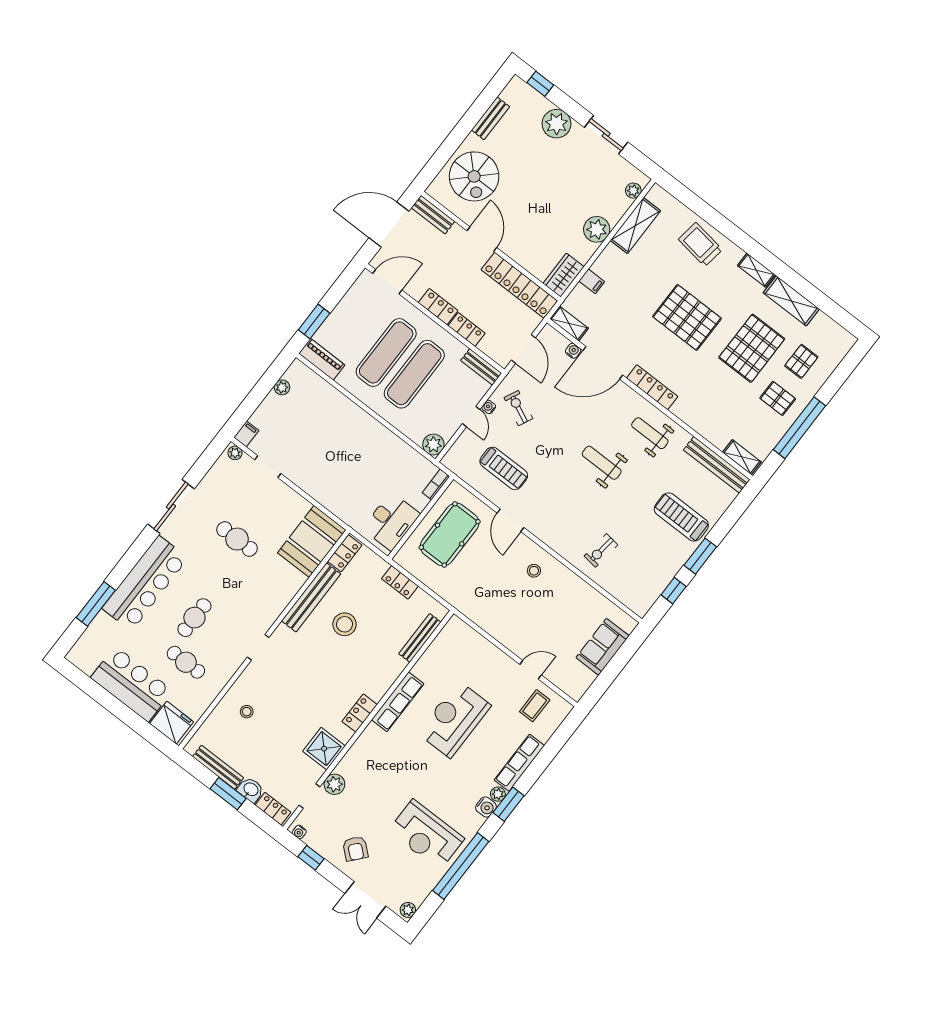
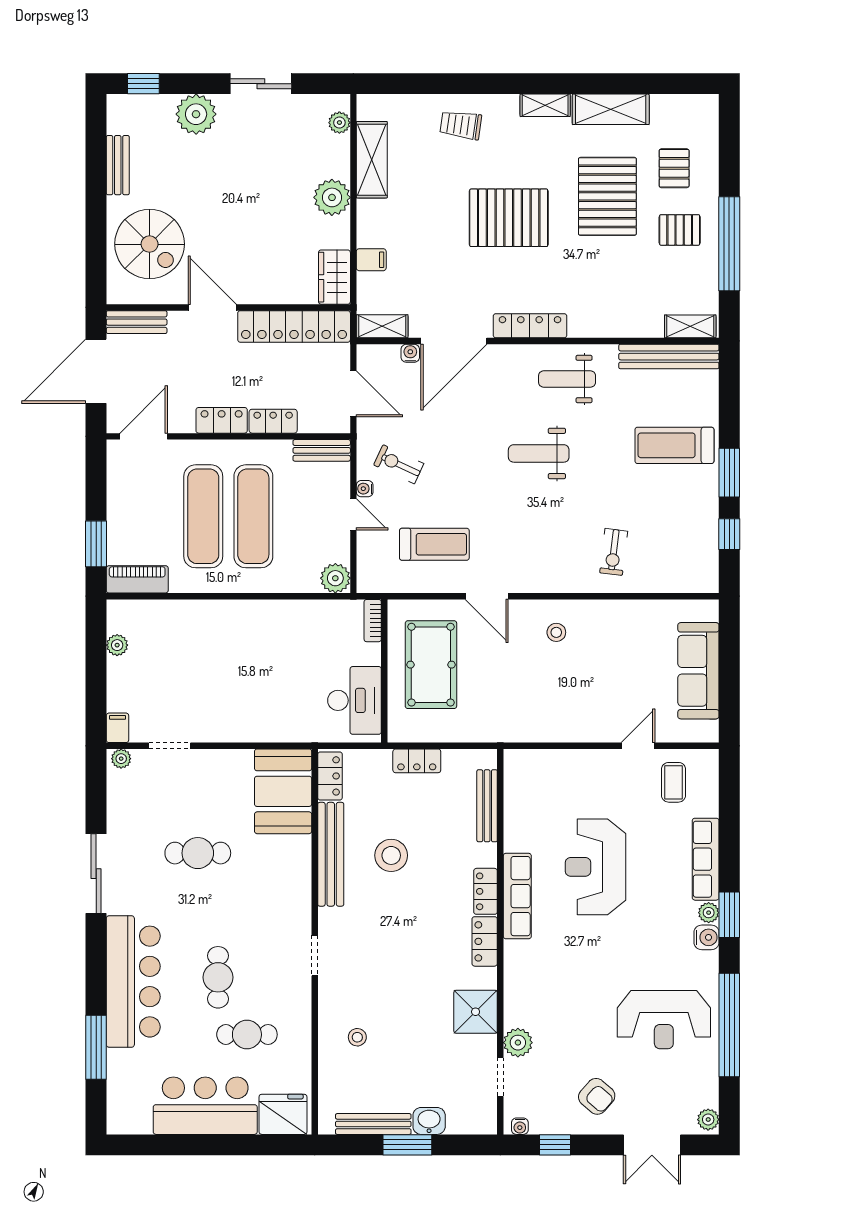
trolley: (700, 244) -> (461, 125), width x0.73, depth x0.72
sofa: (603, 647) -> (698, 671), width x1.36
locker: (273, 809) -> (486, 891), moved, turned -90

